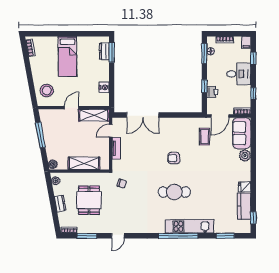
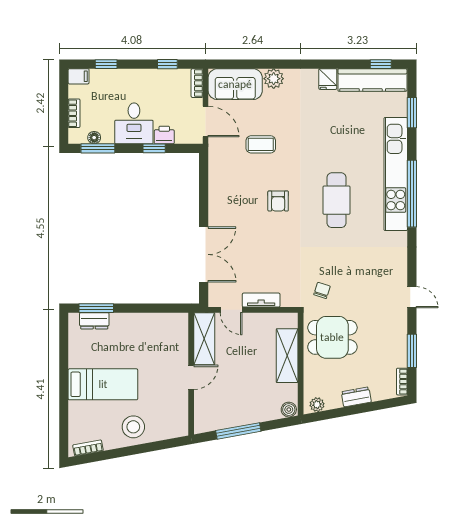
desk: (239, 74) -> (134, 123), moved, turned 180
nightstand: (104, 87) -> (156, 321), removed
stool: (47, 91) -> (133, 427), moved
door: (72, 108) -> (191, 377), swing flipped
coffee table: (205, 137) -> (261, 144), moved
dining table: (89, 200) -> (332, 337), moved
kitchen counter: (244, 206) -> (372, 80), width x1.50
kitchen unit: (190, 226) -> (396, 174), width x1.36

